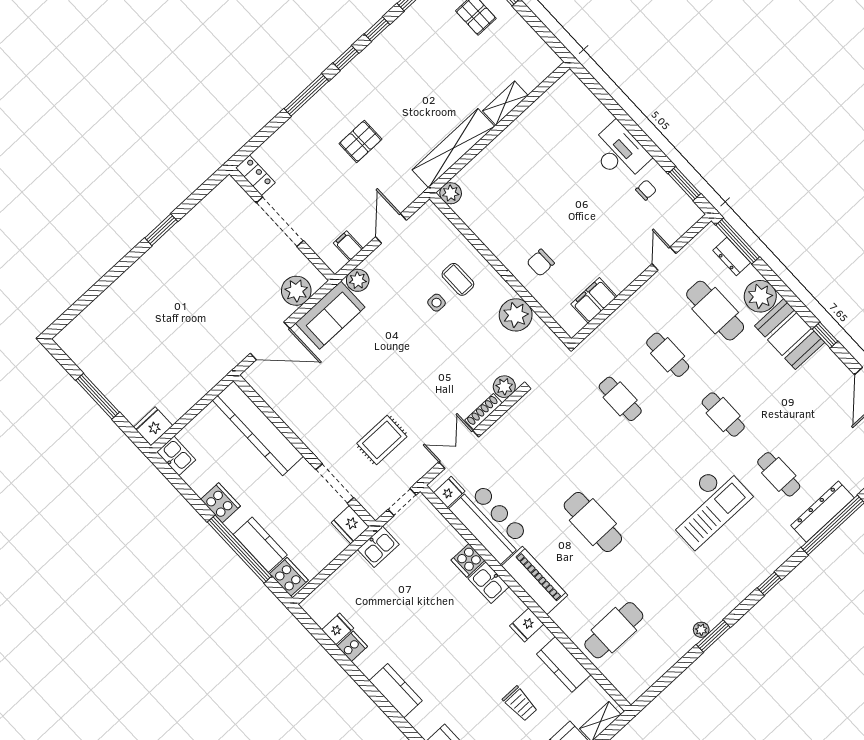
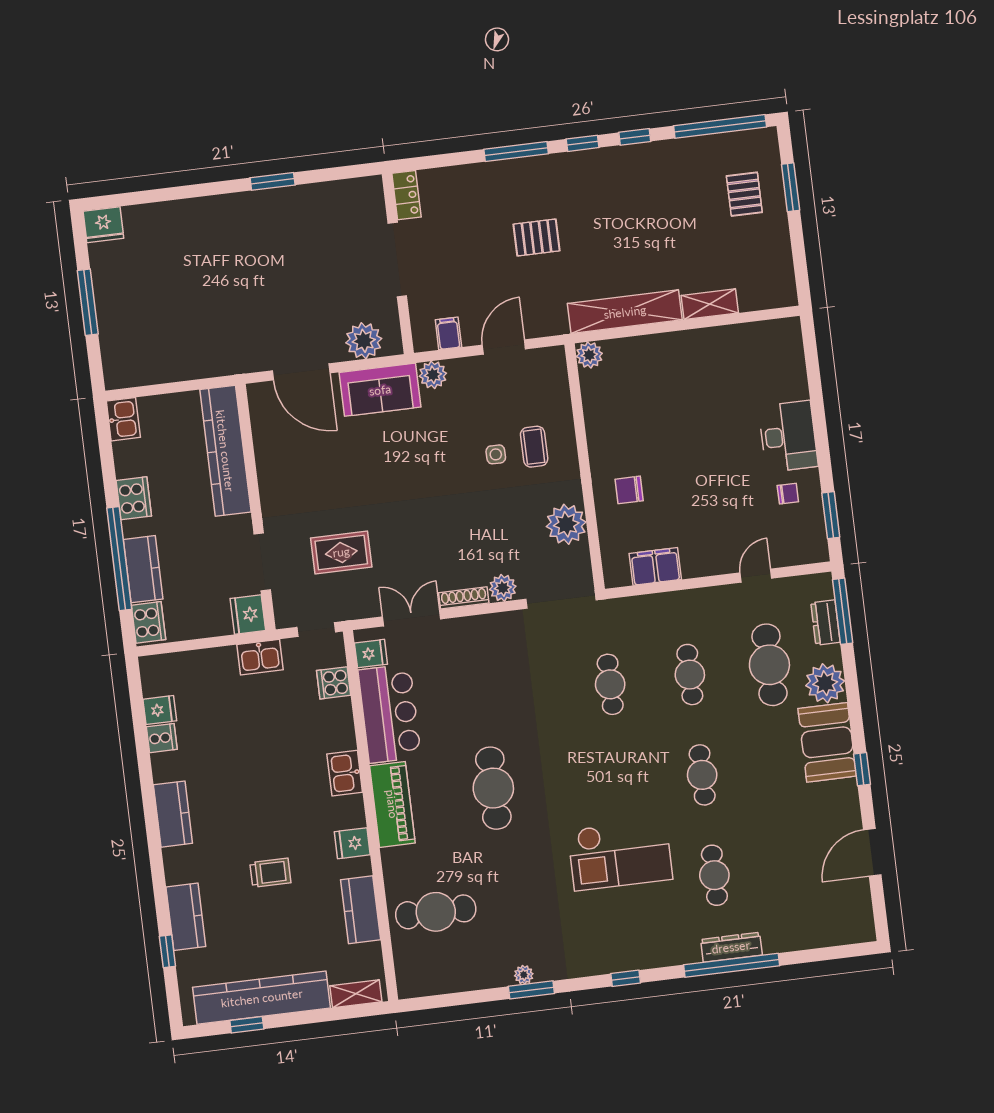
fridge: (153, 426) -> (103, 225), moved, turned 180
dresser: (822, 512) -> (731, 947), width x0.73, depth x0.80
cooker: (468, 560) -> (334, 683), moved
trolley: (520, 704) -> (270, 873), moved, turned -90

